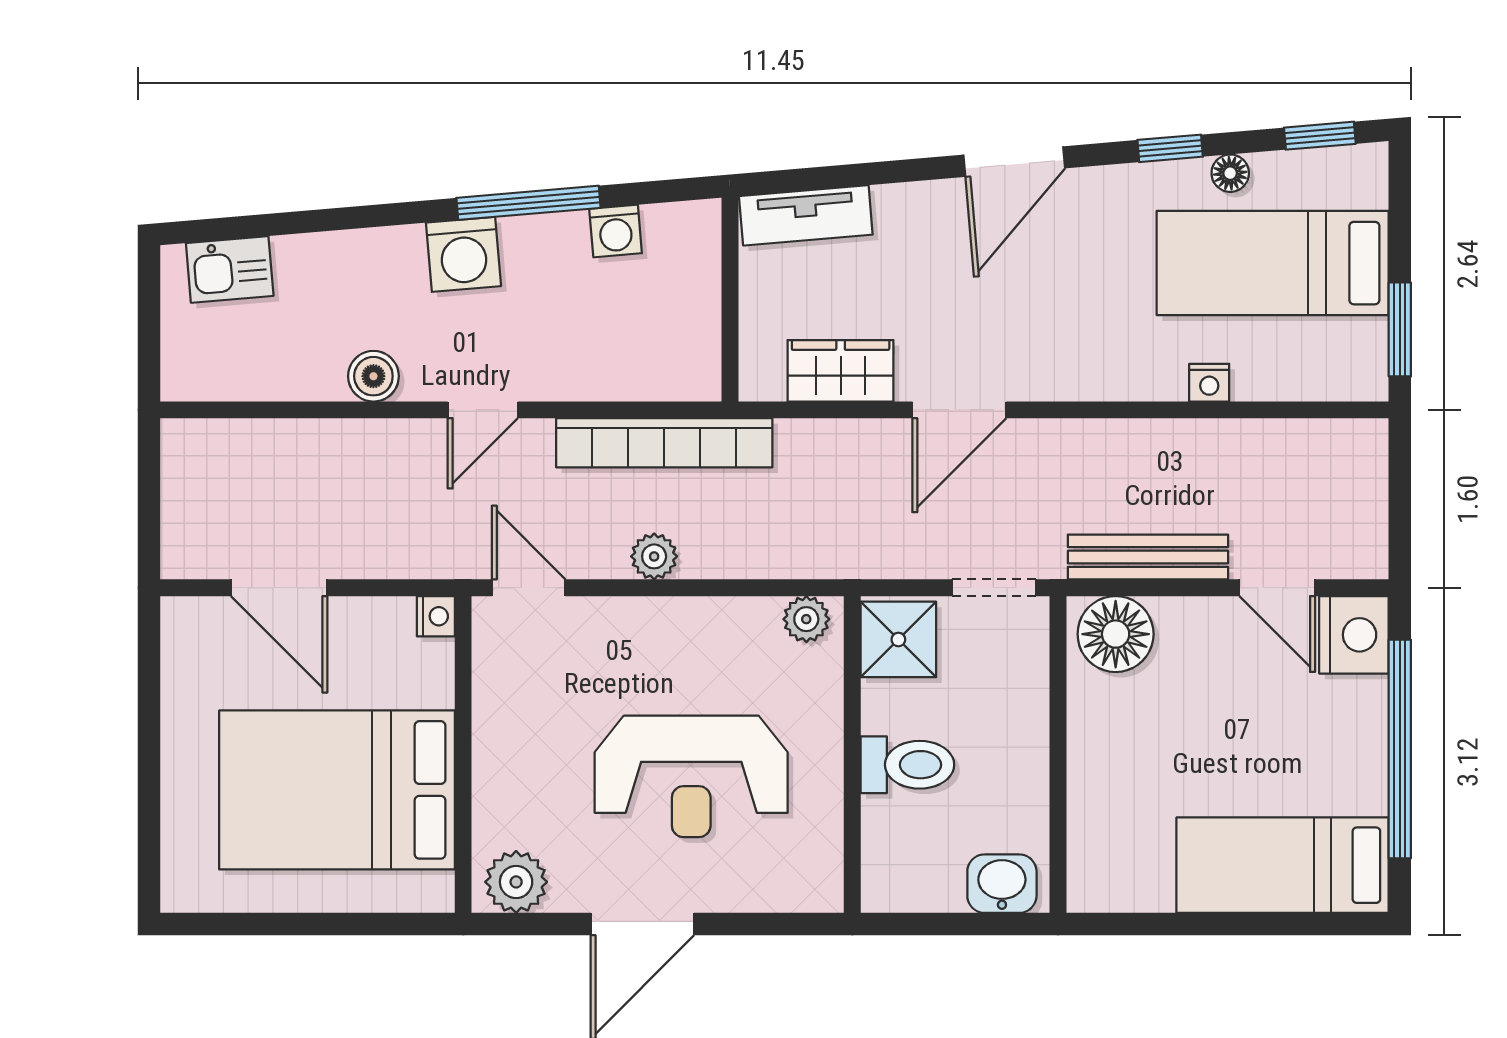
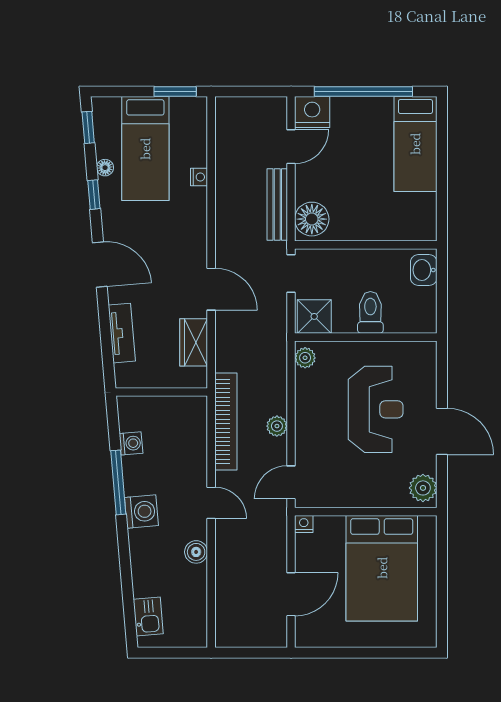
tv unit: (806, 215) -> (122, 333), moved

